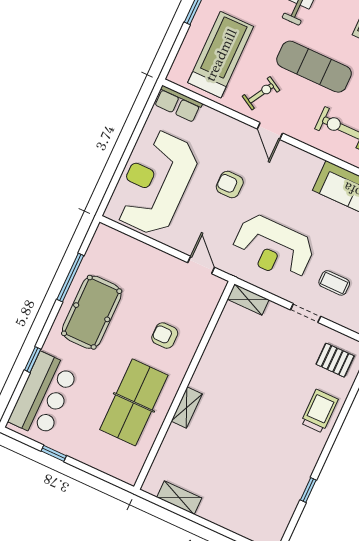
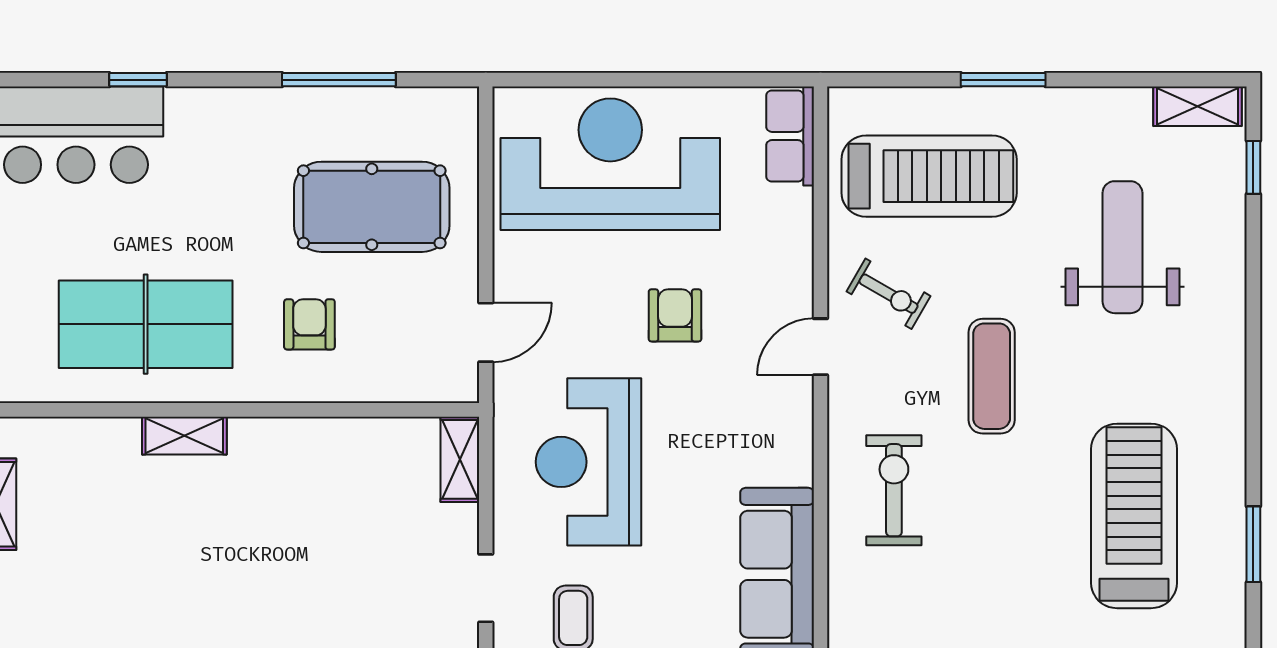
exercise mat: (314, 67) -> (992, 376), width x0.73, depth x0.69
pool table: (92, 312) -> (372, 207), moved

